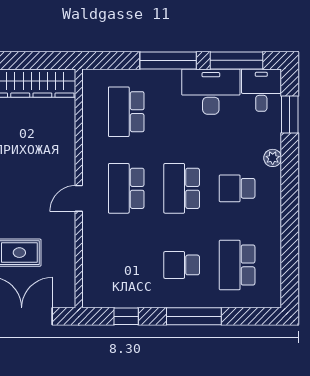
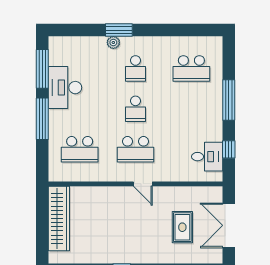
desk: (261, 90) -> (207, 157), moved, turned 180
window: (290, 114) -> (119, 30), moved
school desk: (182, 188) -> (136, 109), width x0.54
school desk: (182, 265) -> (191, 109), removed

